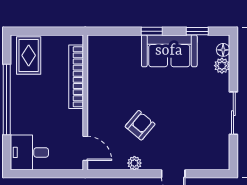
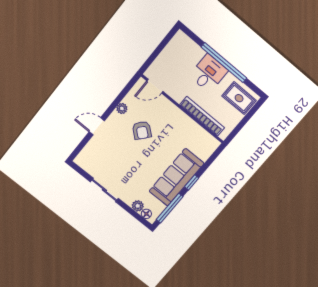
window: (197, 31) -> (170, 208), width x2.17
sofa: (169, 51) -> (176, 177), width x1.36
desk: (29, 152) -> (209, 73), moved

